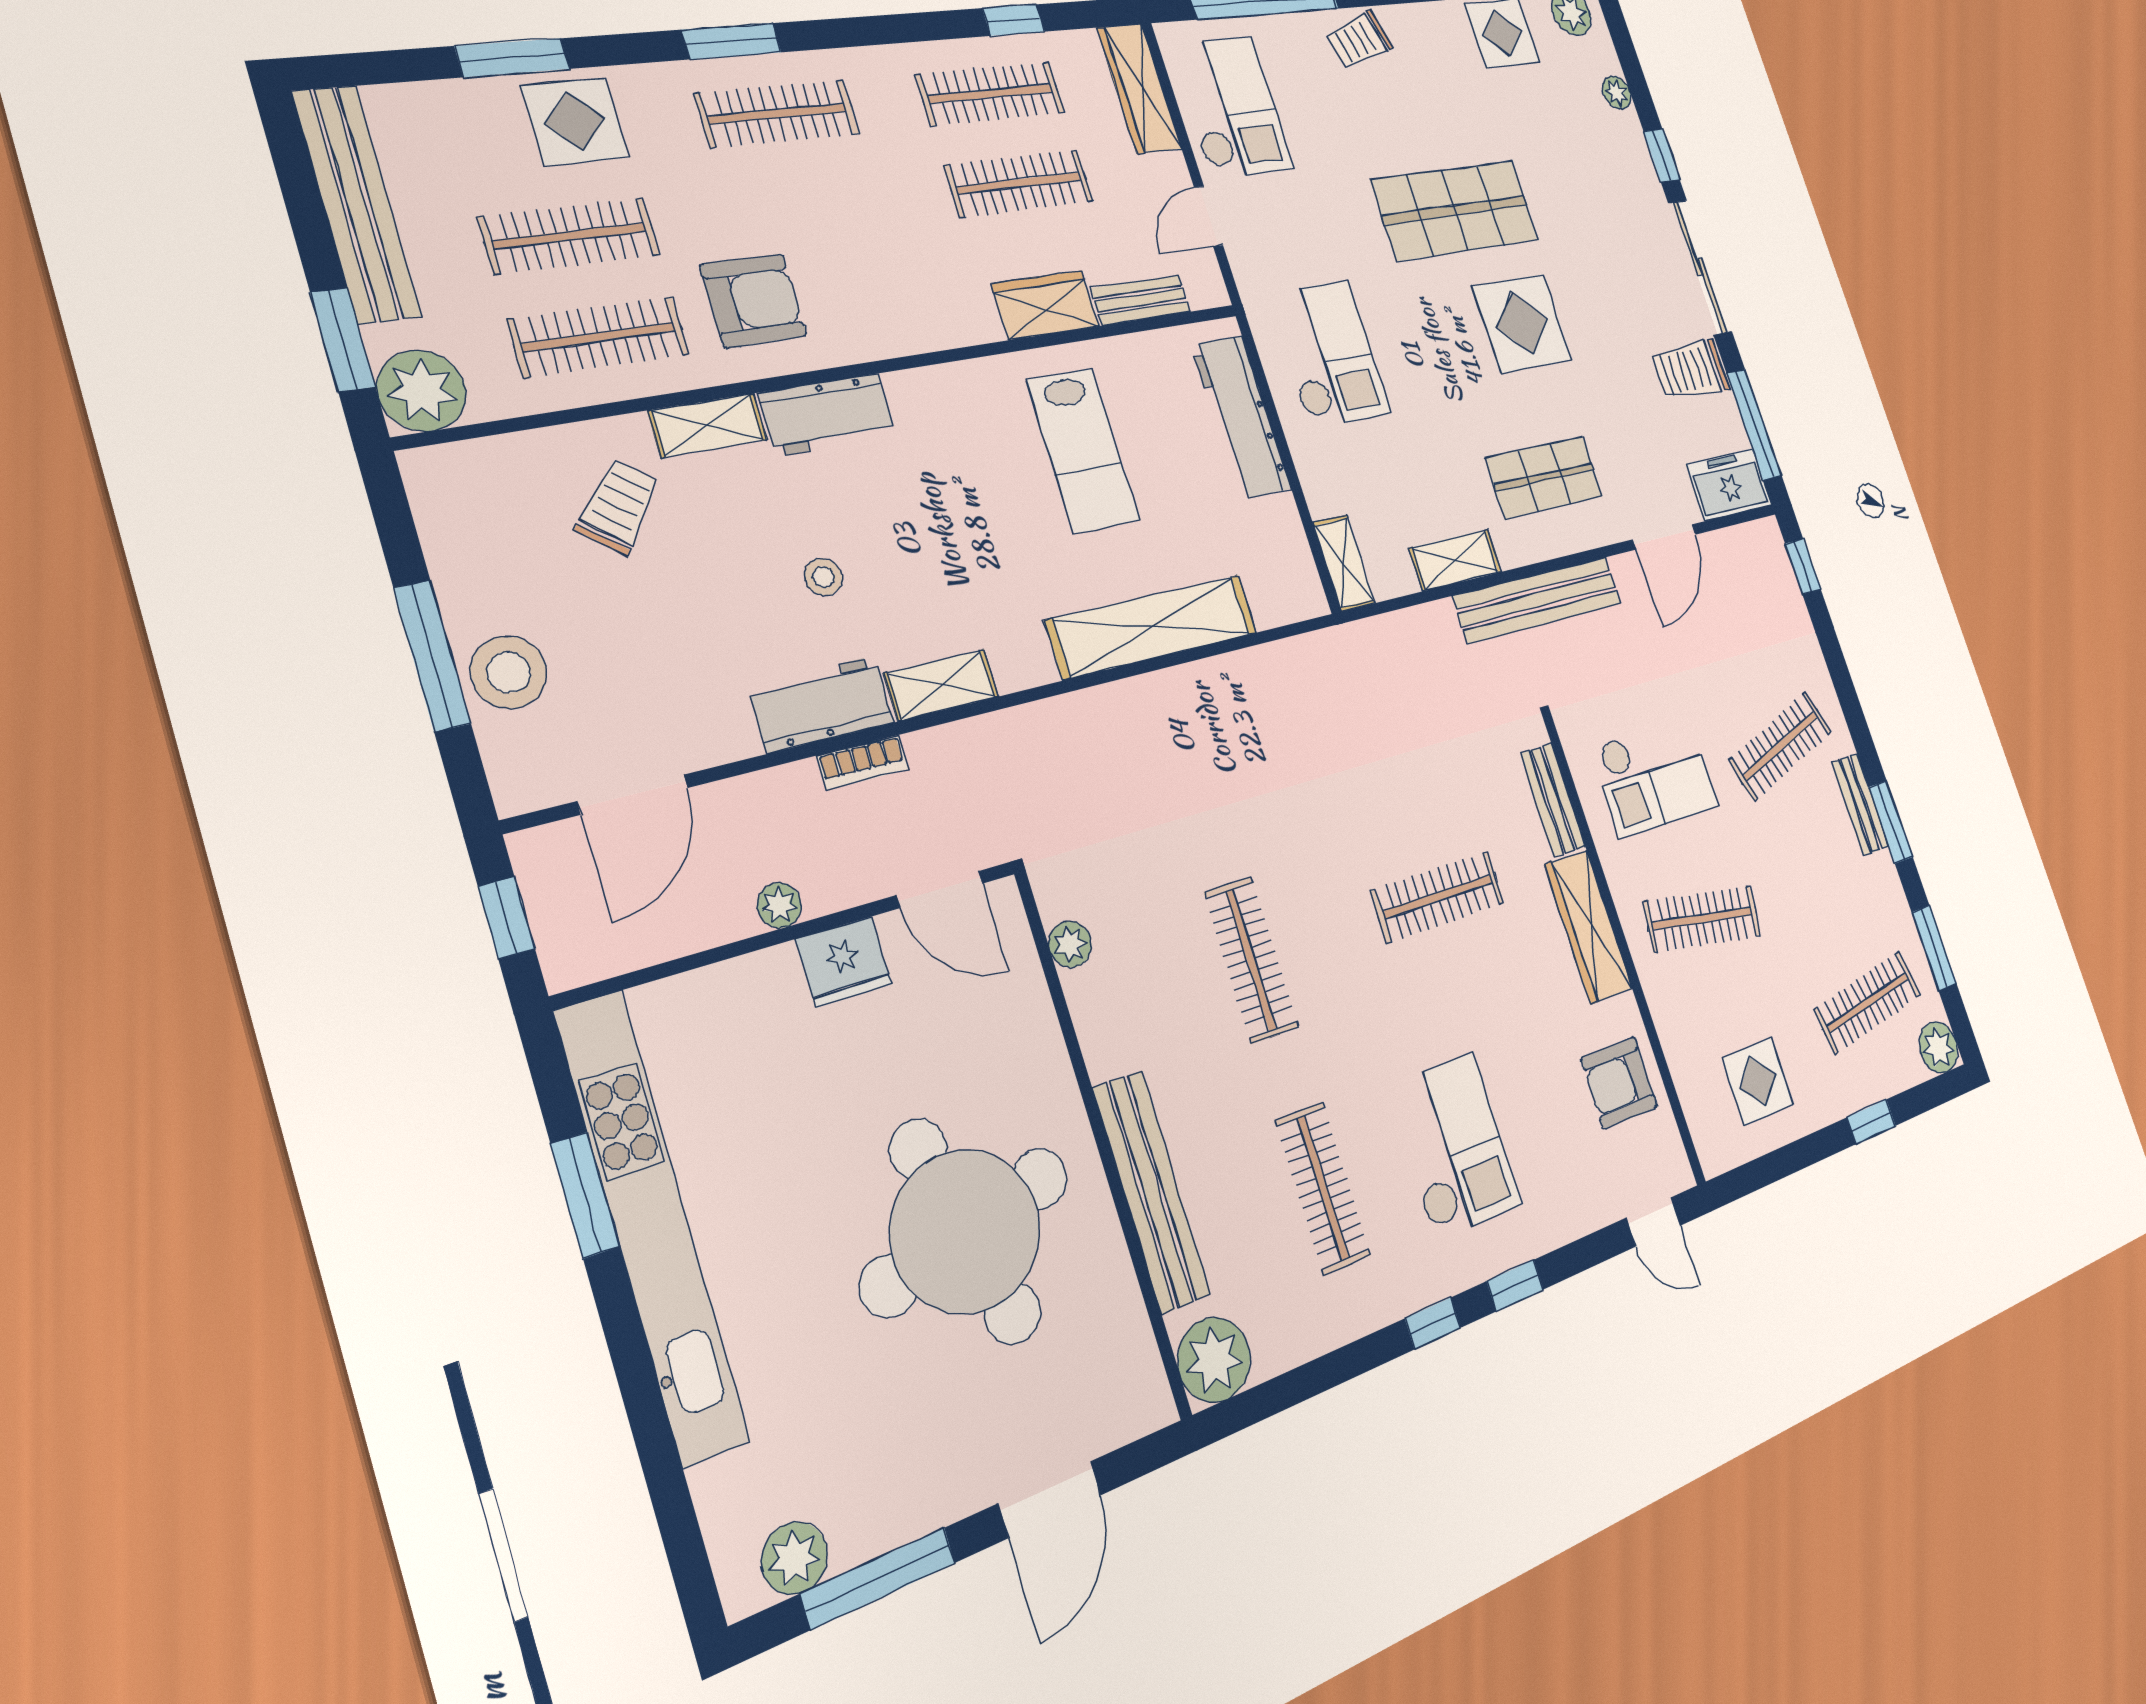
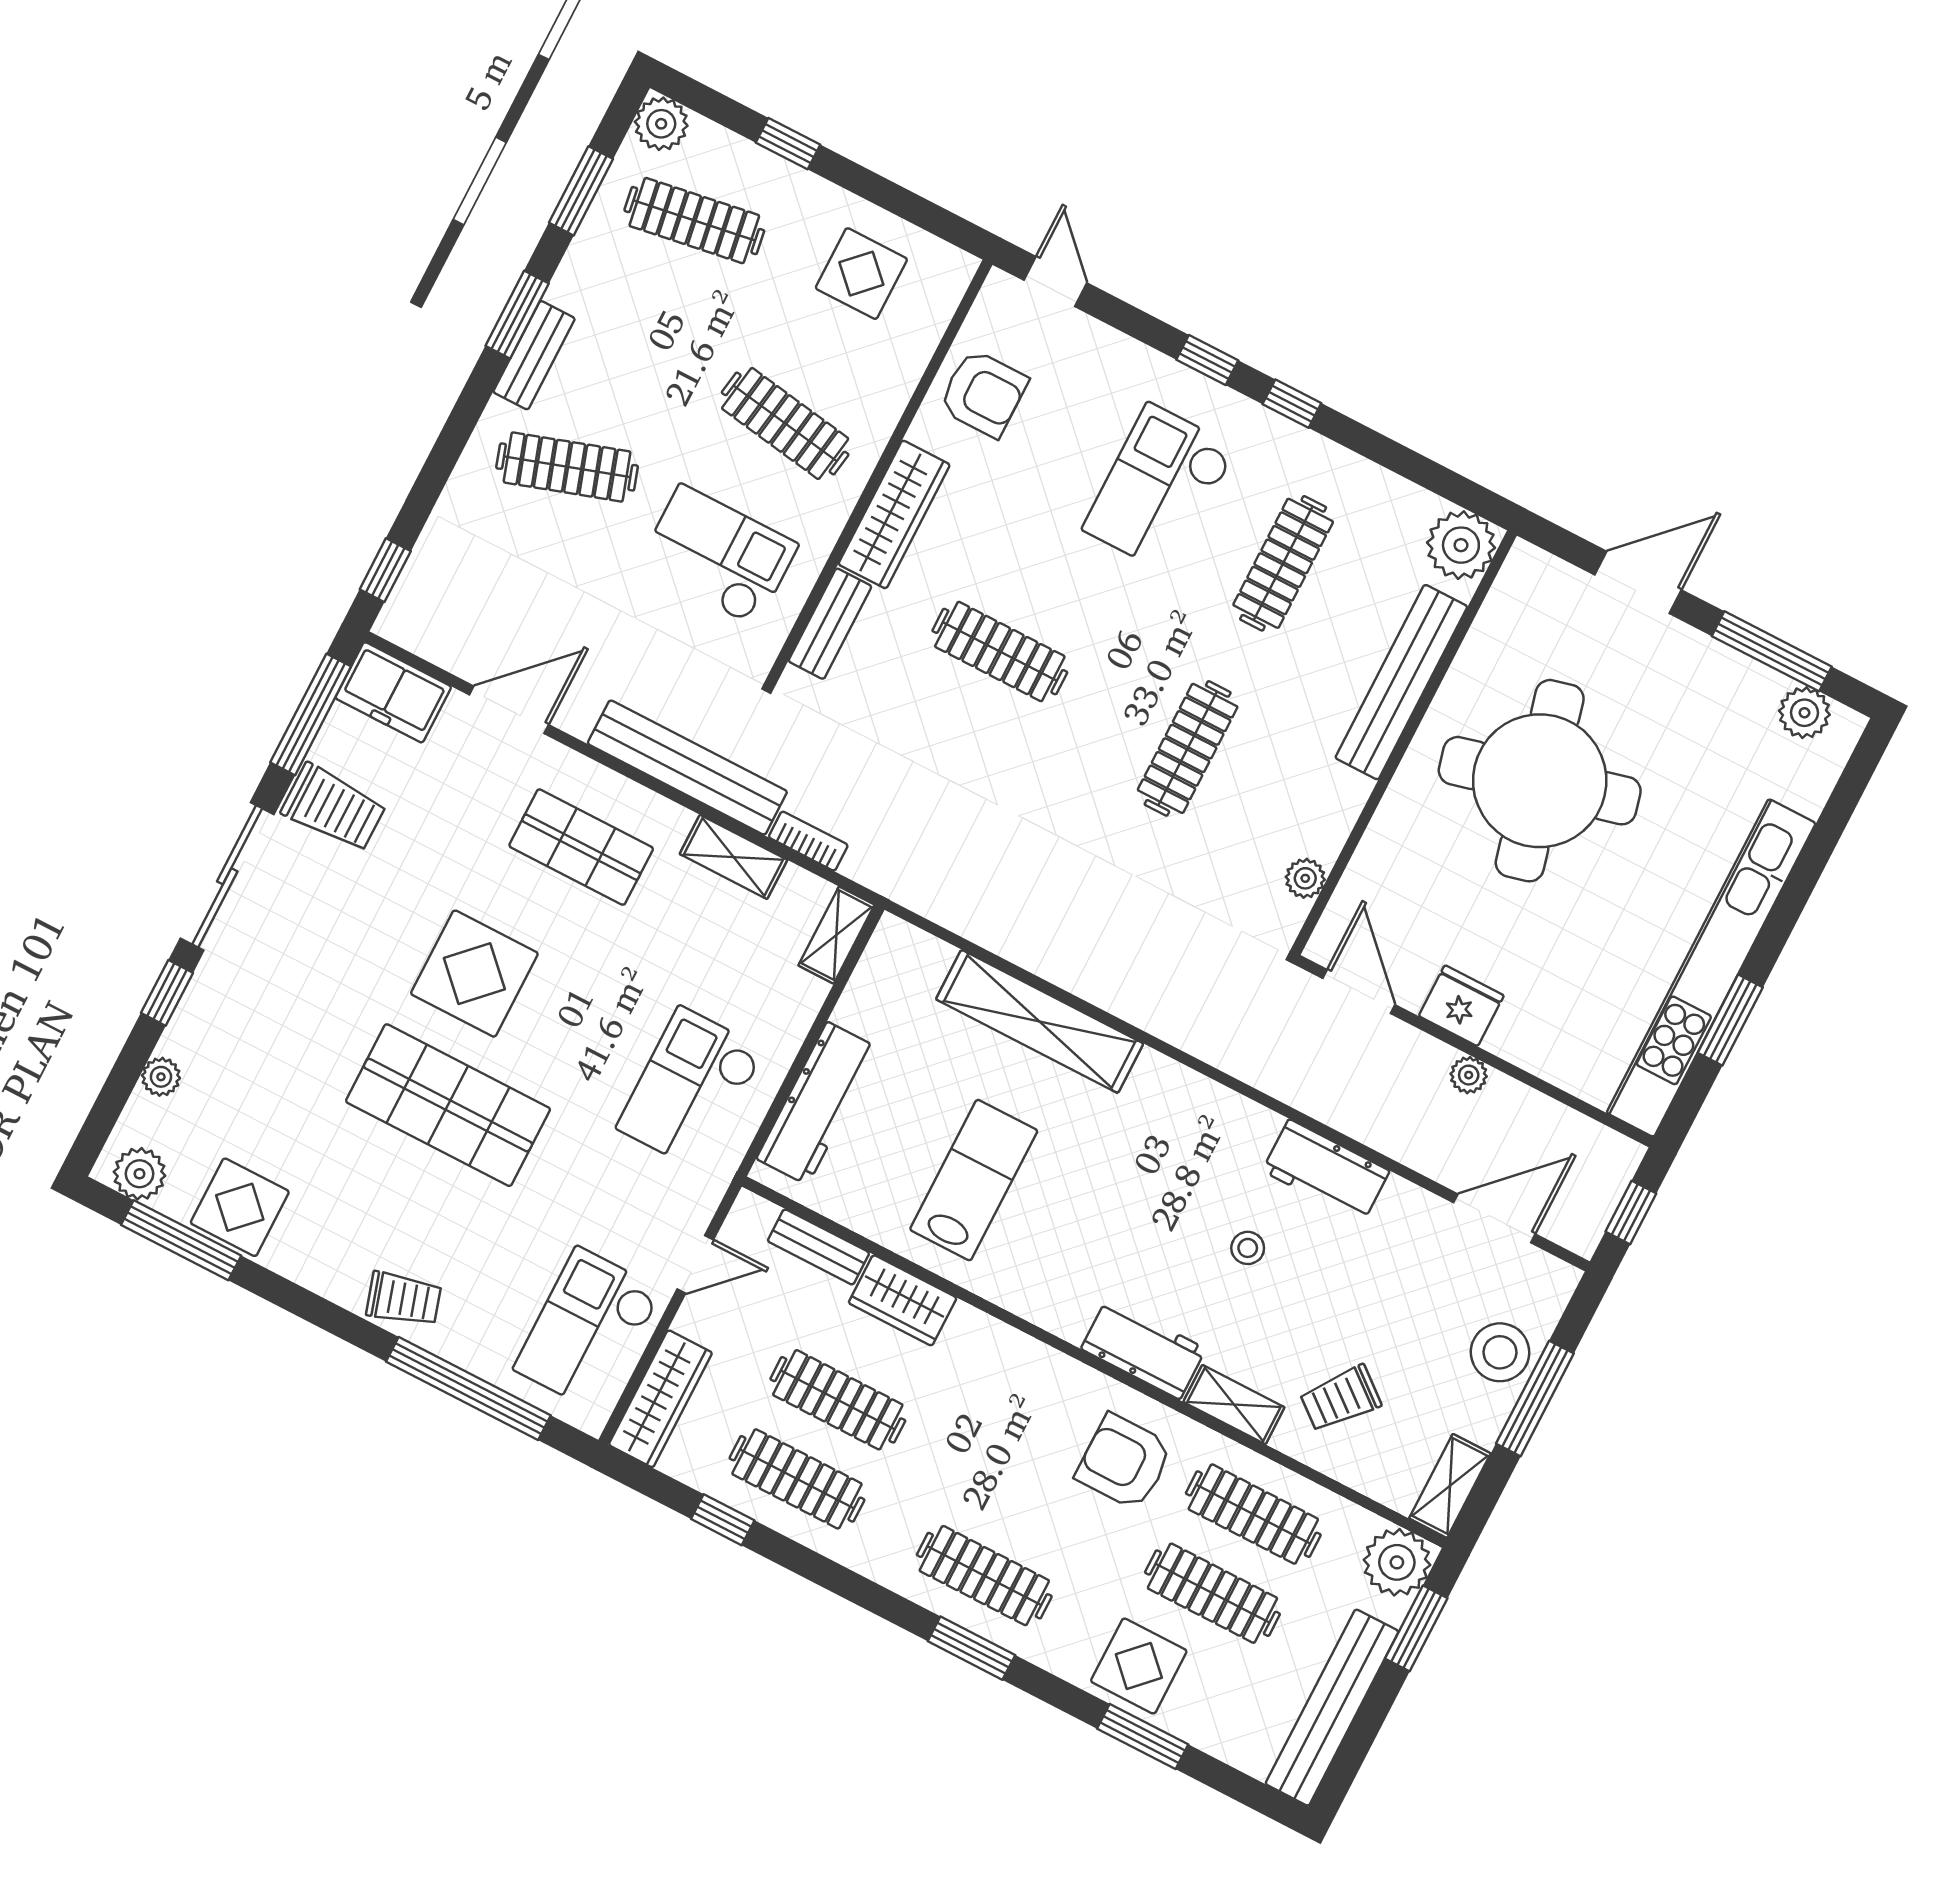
shelving: (941, 685) -> (1450, 1486), moved, turned 90
bookcase: (862, 763) -> (808, 841), moved

